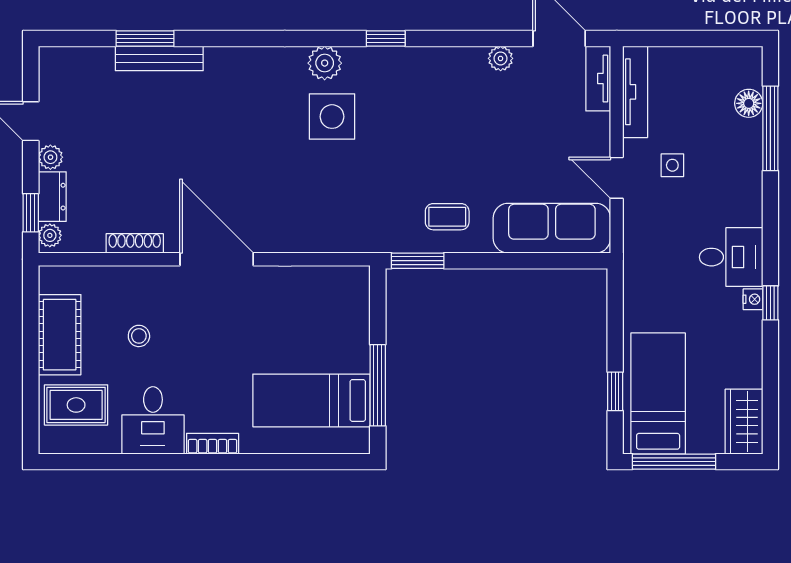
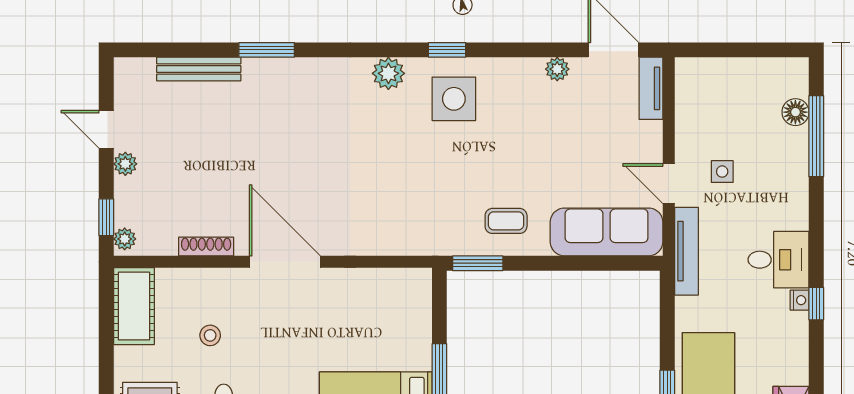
window: (145, 39) -> (267, 50), moved
bench: (159, 58) -> (199, 69), moved
tv unit: (635, 92) -> (686, 251), moved
side table: (332, 117) -> (454, 99), moved
dresser: (52, 197) -> (127, 202), removed
cot: (60, 335) -> (134, 306), moved

